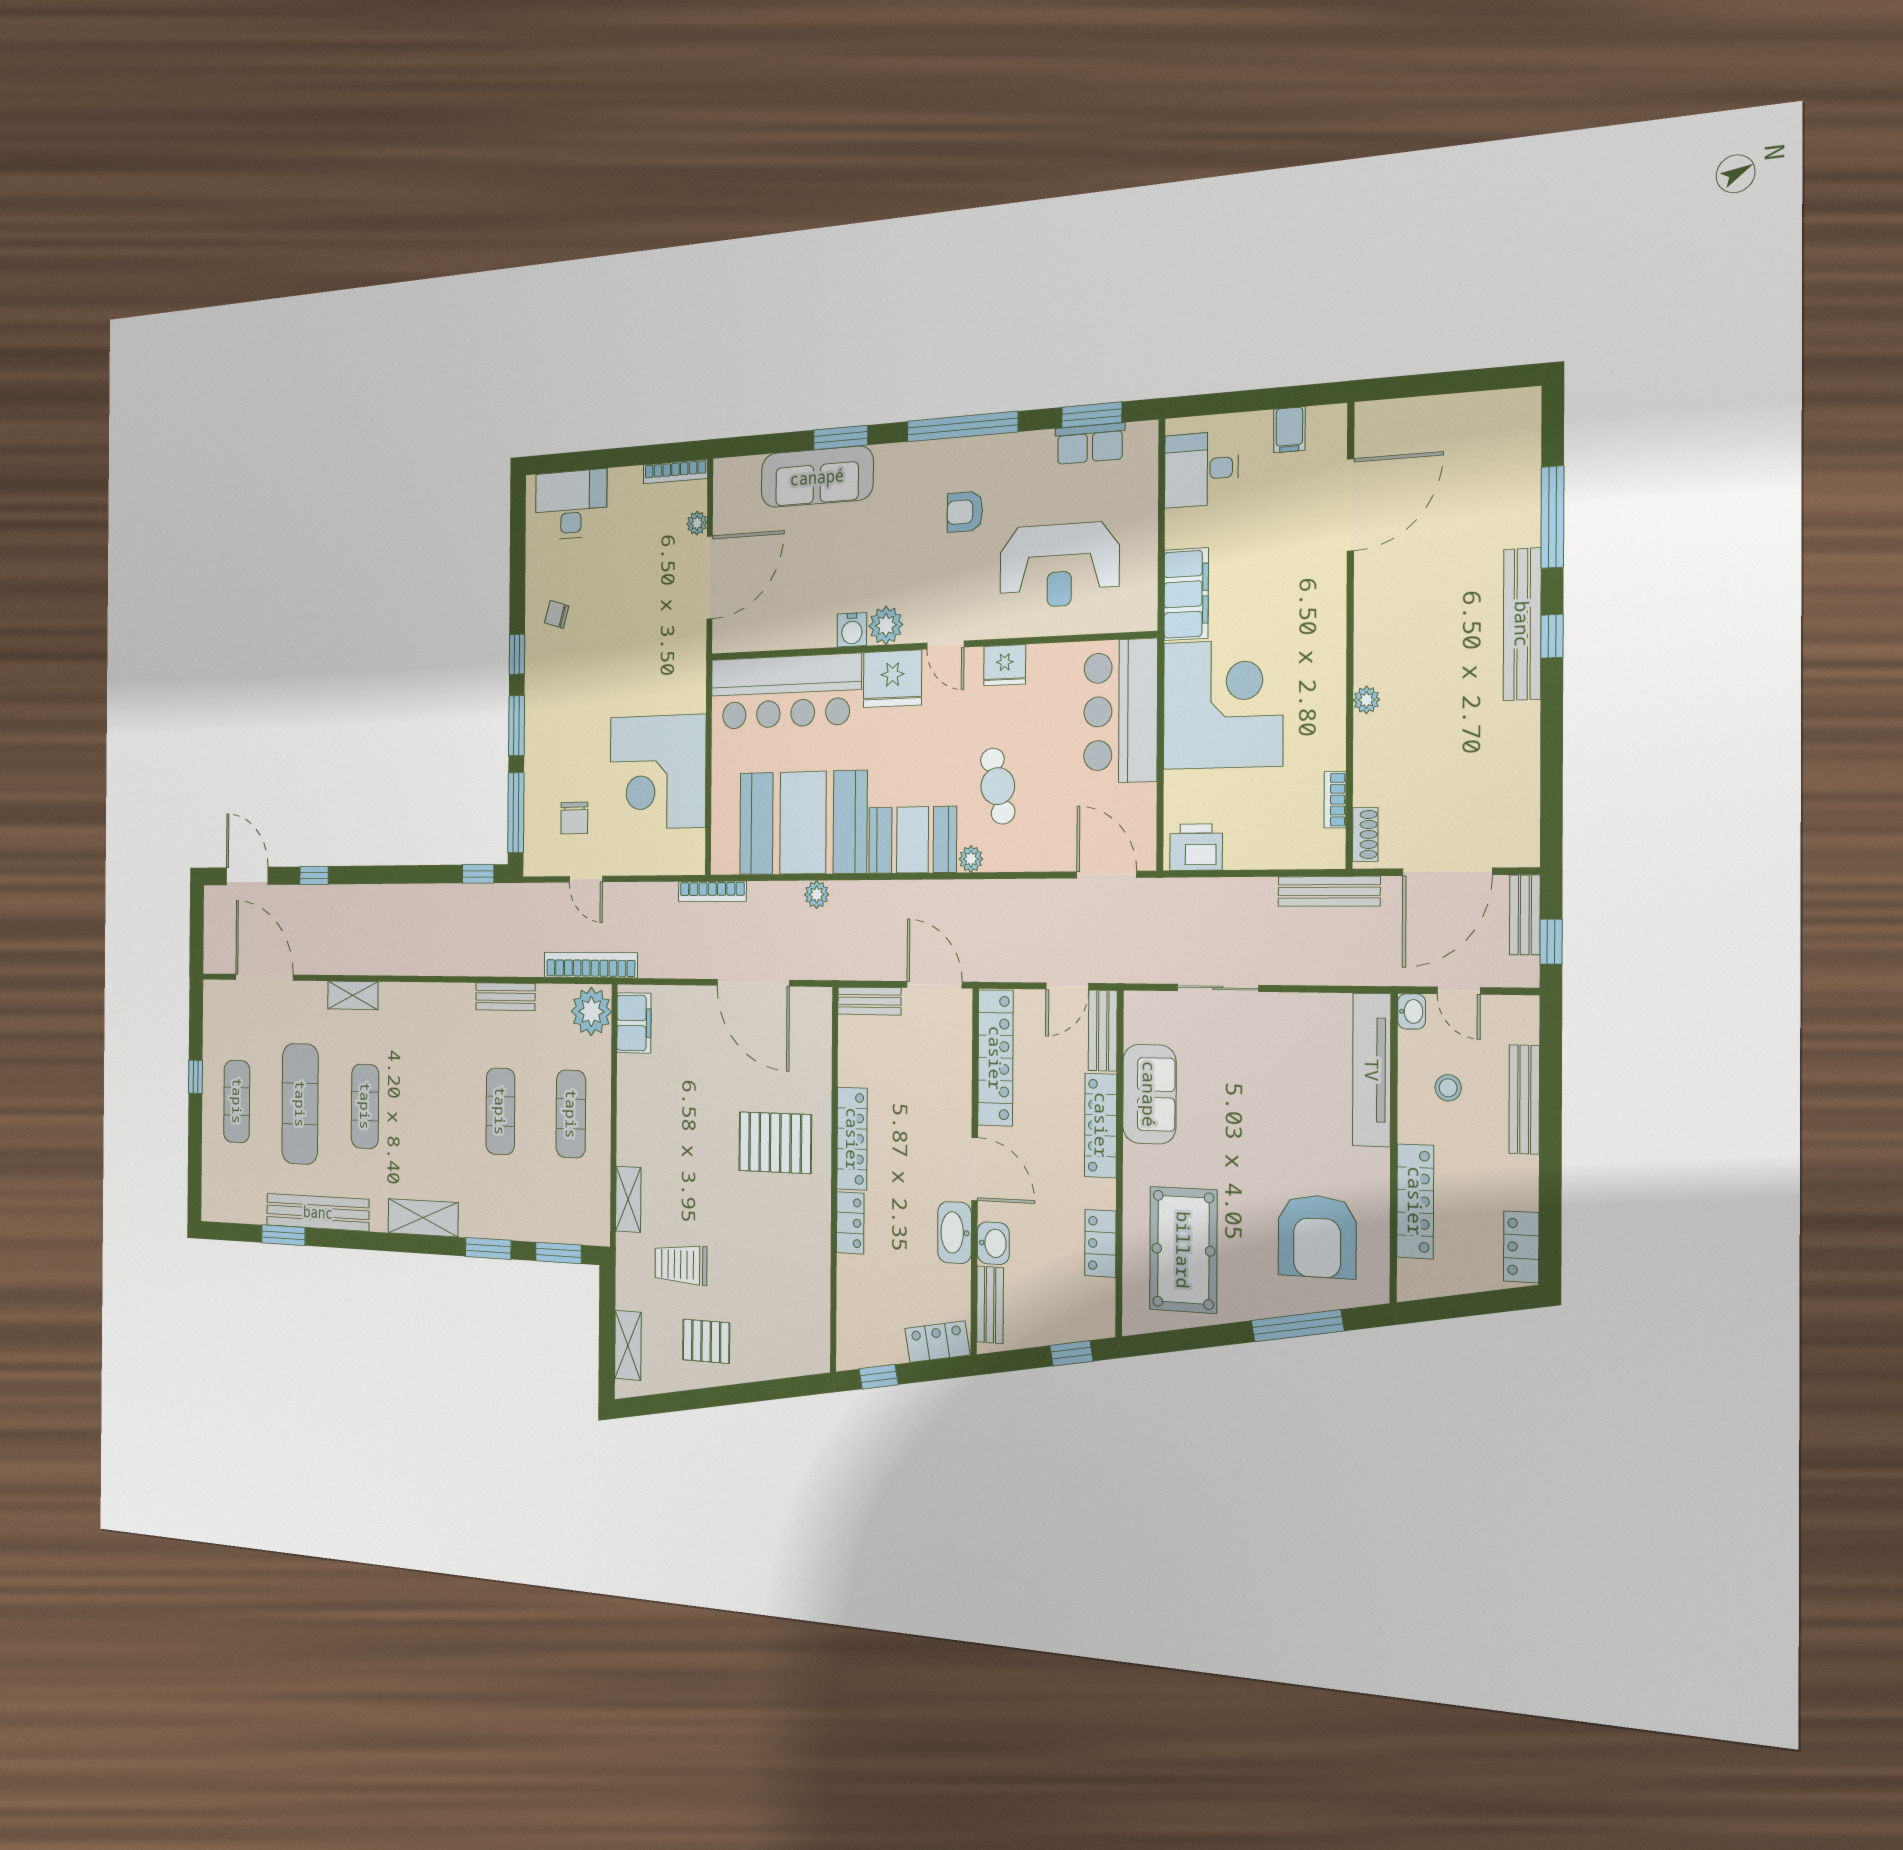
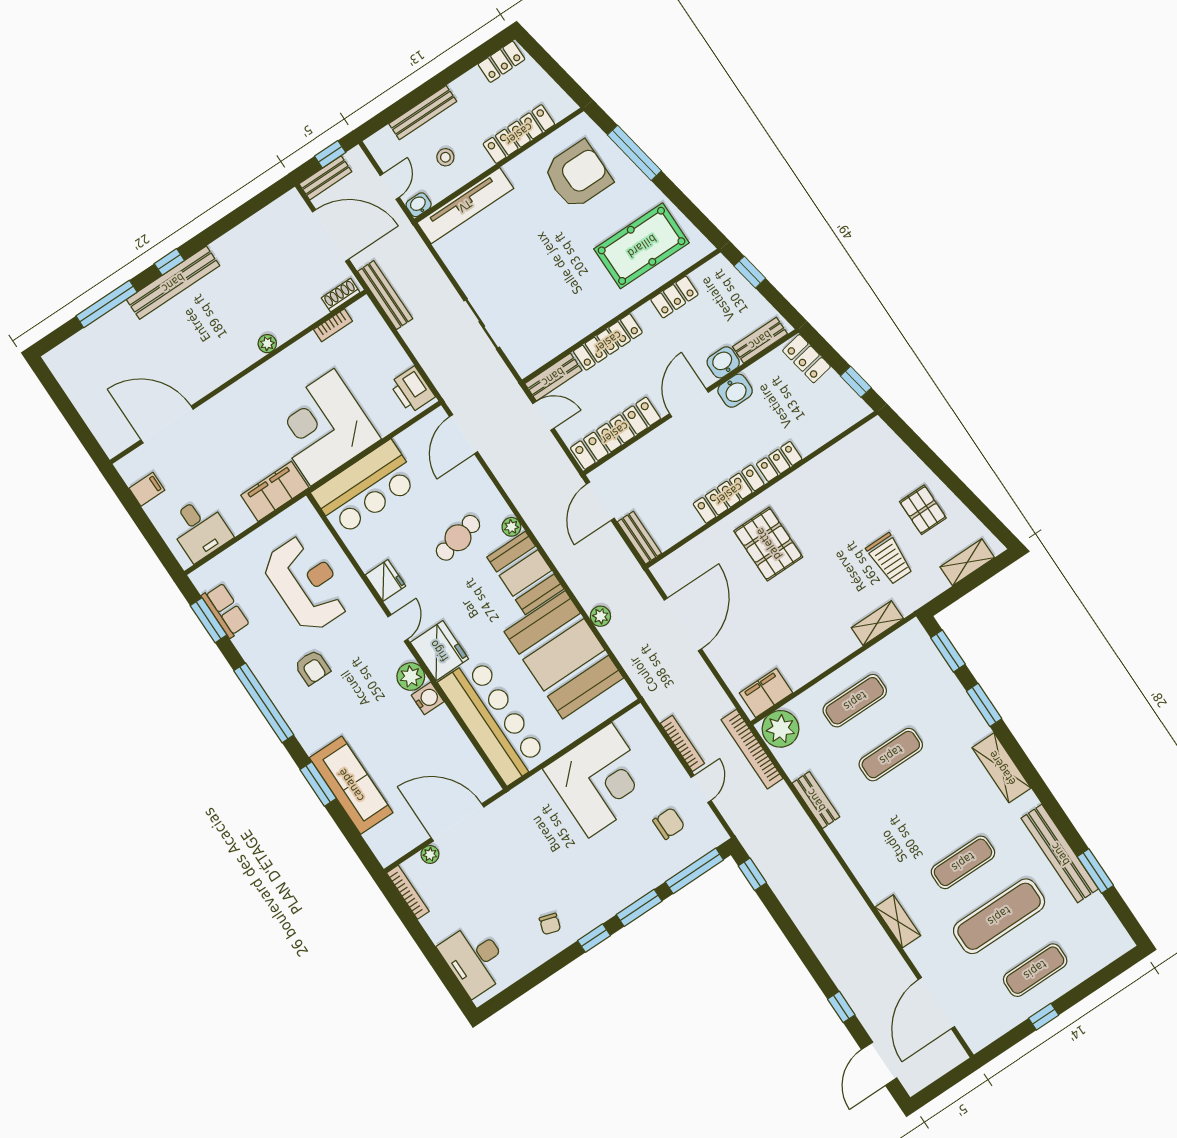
bookcase: (712, 891) -> (682, 743), moved
sofa: (1149, 1094) -> (569, 325), removed
washbasin: (954, 1233) -> (735, 391), width x0.72

